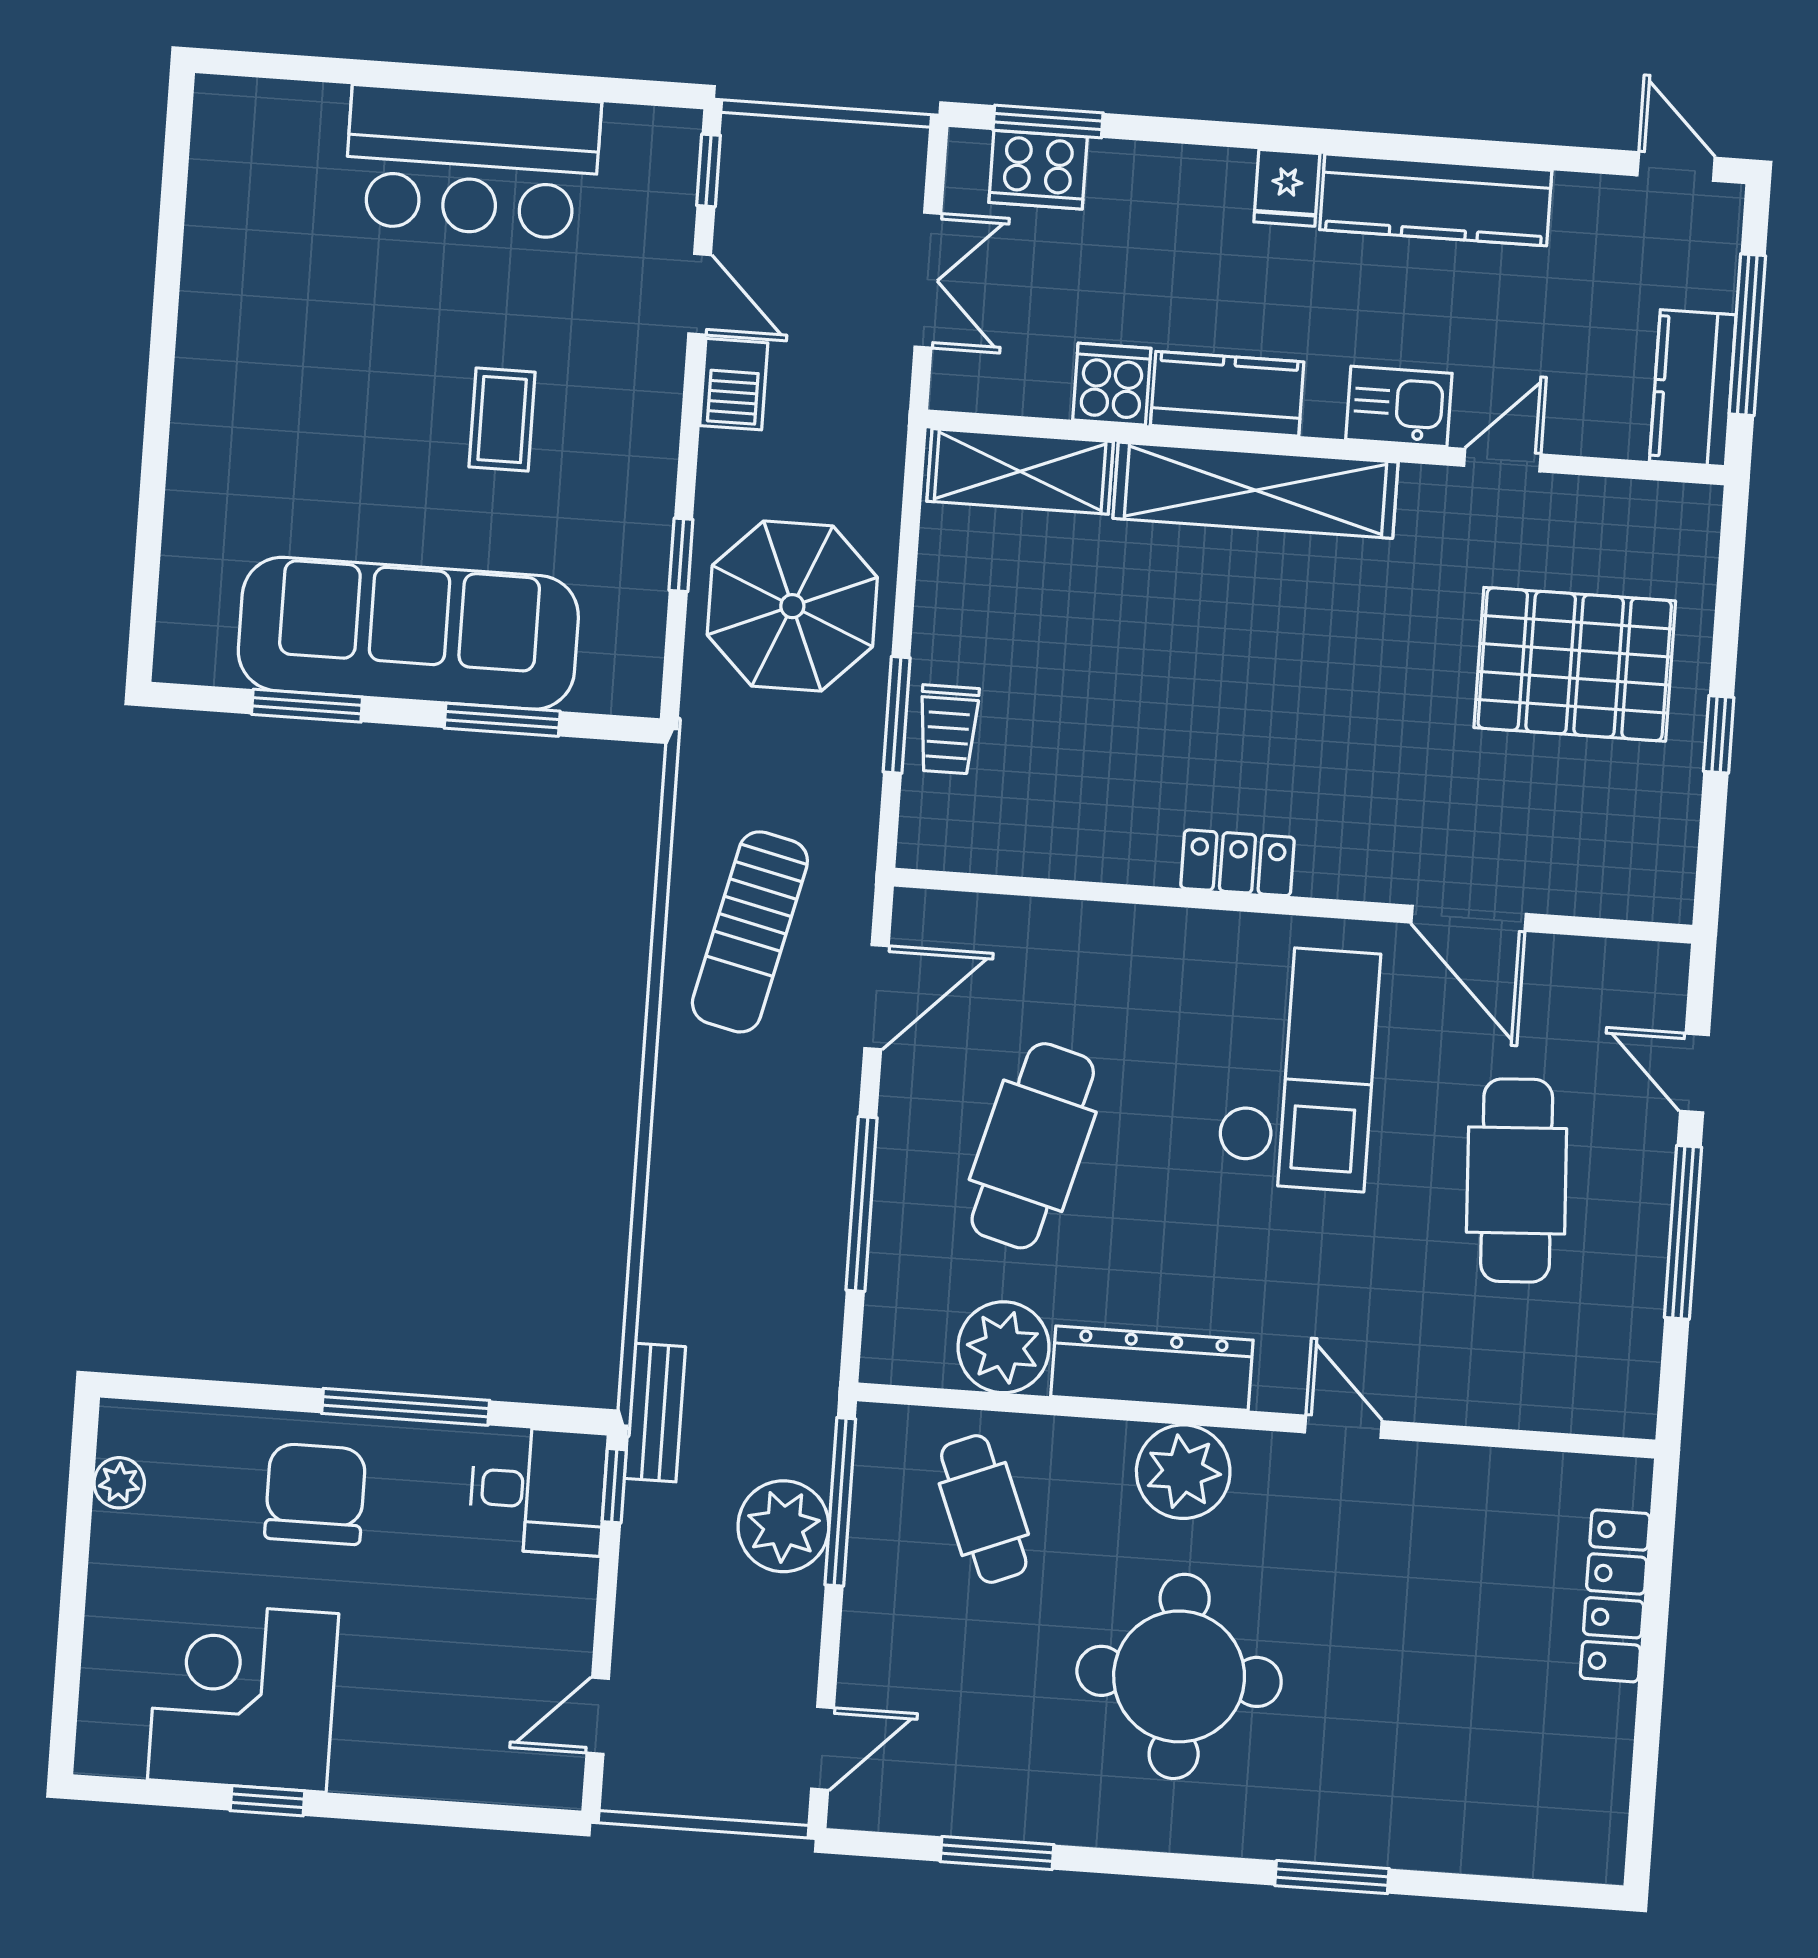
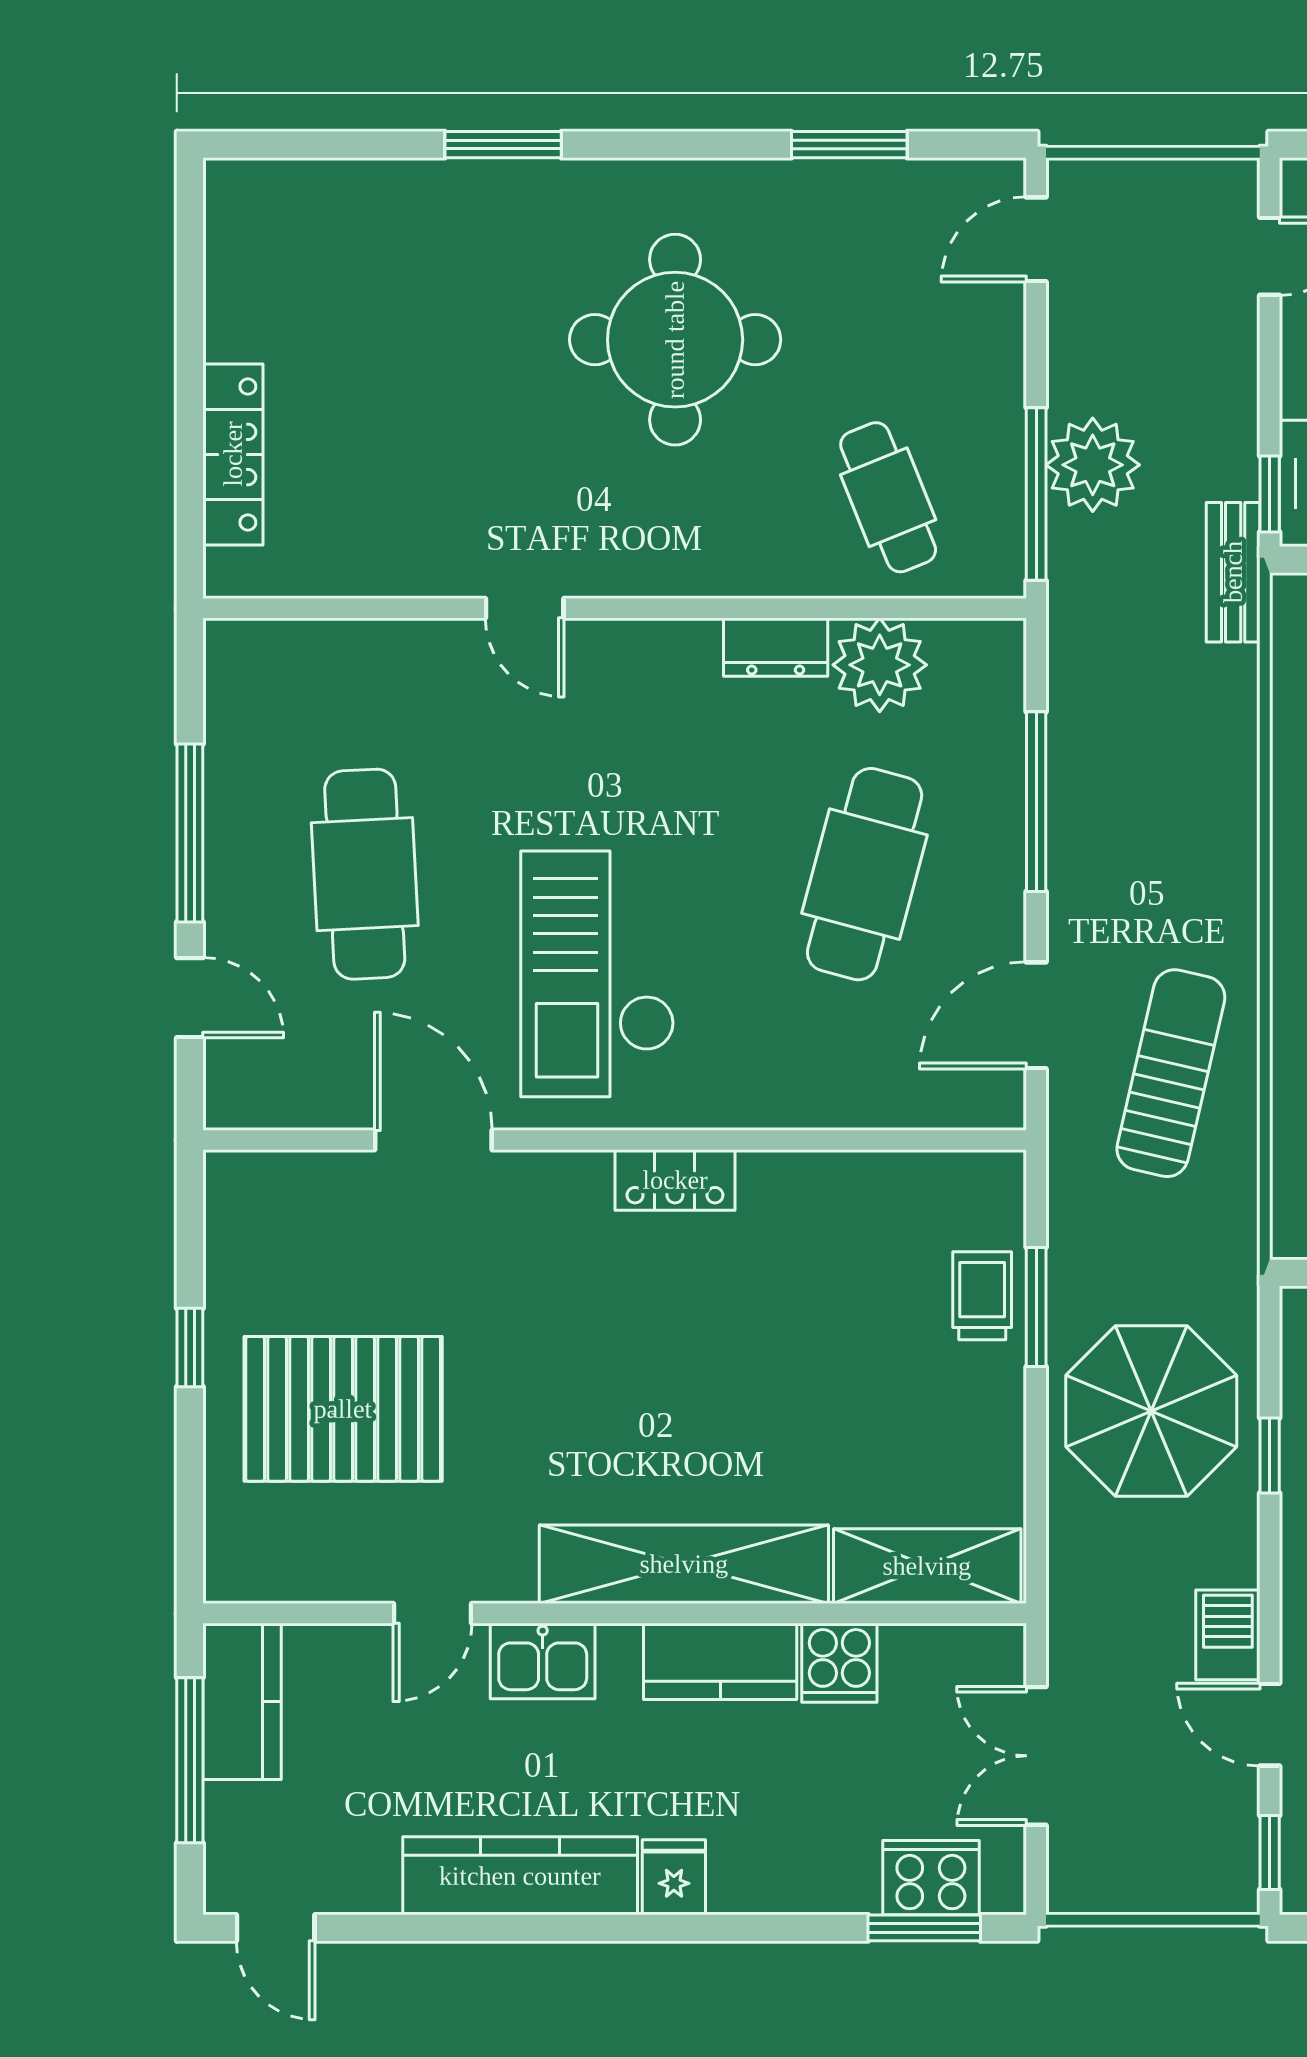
dresser: (1152, 1368) -> (776, 647), width x0.51, depth x0.80
plant: (1183, 1472) -> (686, 550), removed

